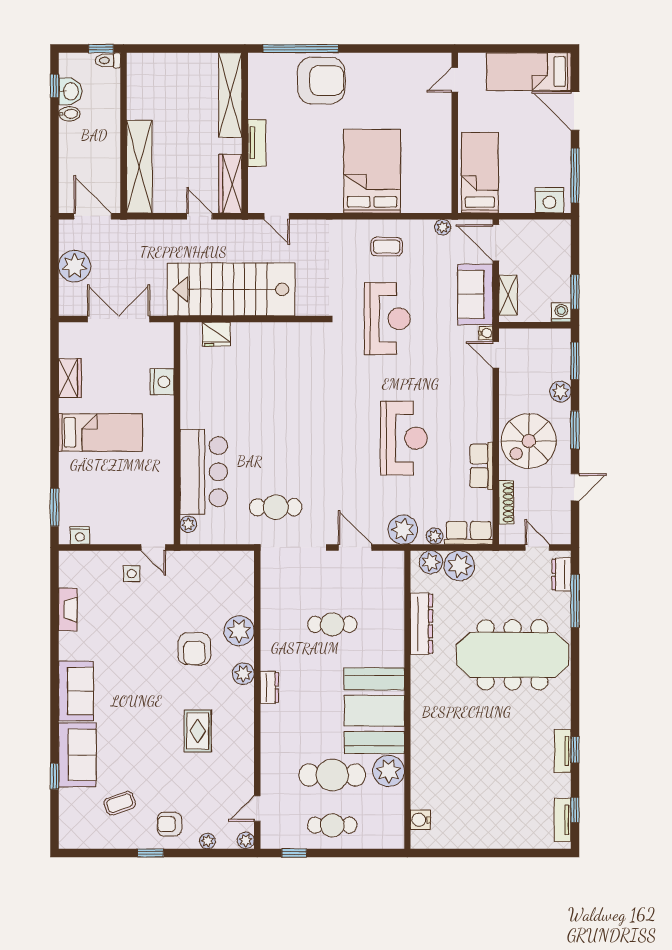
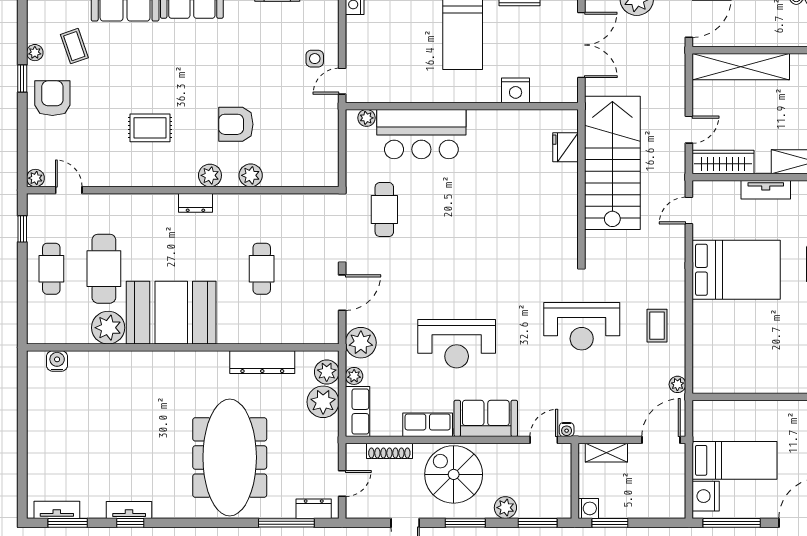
bed: (372, 171) -> (736, 270), moved
bed: (480, 173) -> (735, 460), moved
sofa: (475, 294) -> (486, 418), moved
plant: (239, 631) -> (251, 175), width x0.73, depth x0.73
window: (575, 810) -> (68, 523), width x1.50
armchair: (169, 824) -> (52, 98), width x1.38, depth x1.38
plant: (207, 841) -> (35, 53), moved

